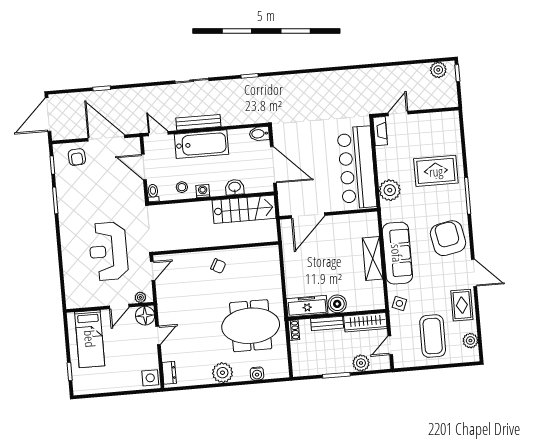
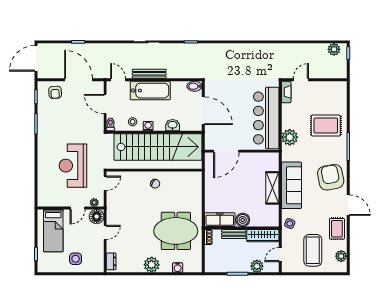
stairs: (244, 209) -> (158, 147), width x1.86, depth x1.51
side table: (150, 378) -> (76, 259), moved

